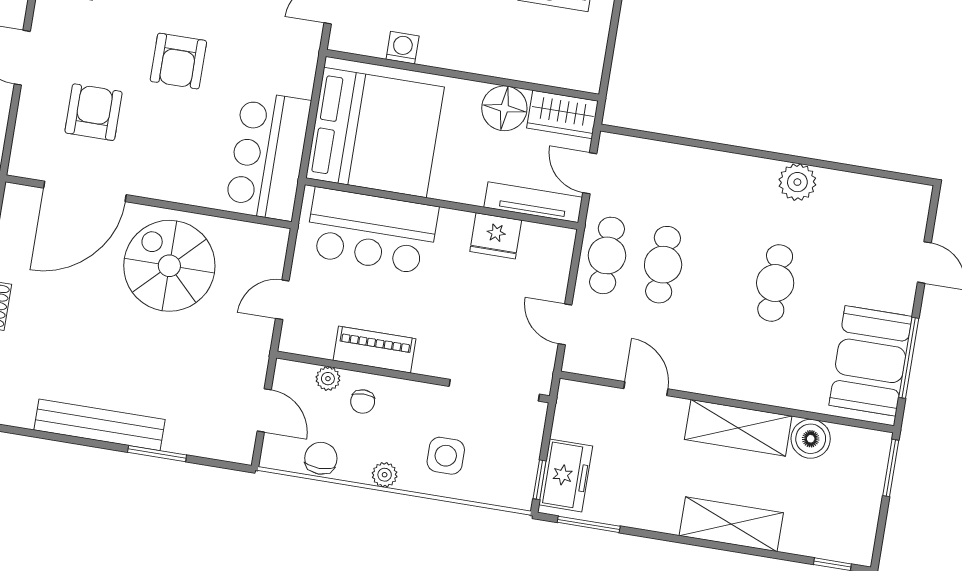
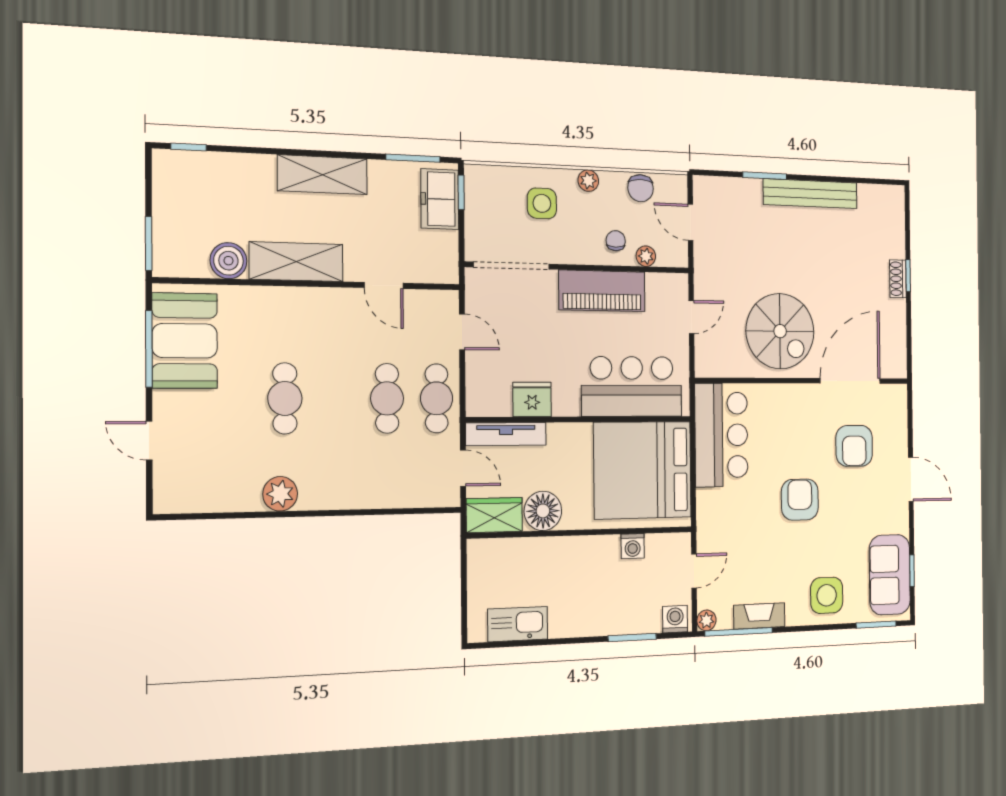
piano: (374, 350) -> (602, 291), width x1.37, depth x1.33
shelving: (731, 524) -> (322, 175), moved

